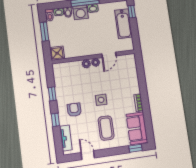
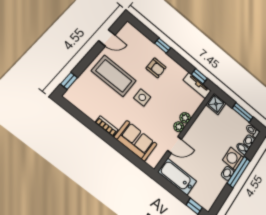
bathtub: (123, 24) -> (177, 177), moved
door: (109, 55) -> (175, 145), swing flipped
window: (52, 94) -> (199, 76), moved
coffee table: (106, 128) -> (114, 76), width x1.36, depth x1.32
sofa: (137, 128) -> (136, 141), moved
tv unit: (66, 138) -> (197, 85), moved

